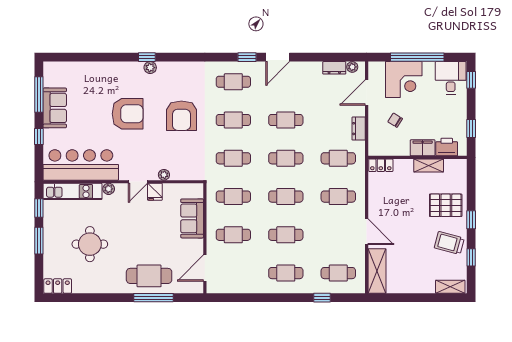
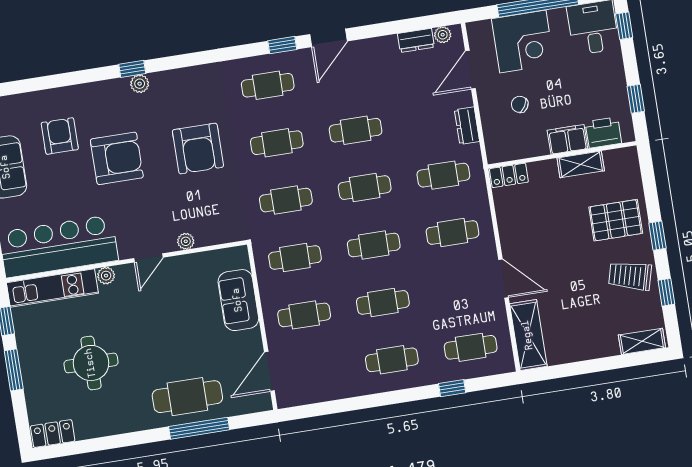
armchair: (93, 93) -> (60, 136), added
fridge: (155, 192) -> (176, 269), removed

